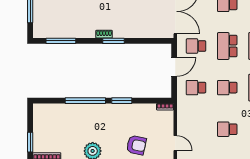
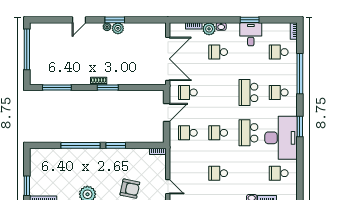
school desk: (227, 46) -> (218, 92), removed

